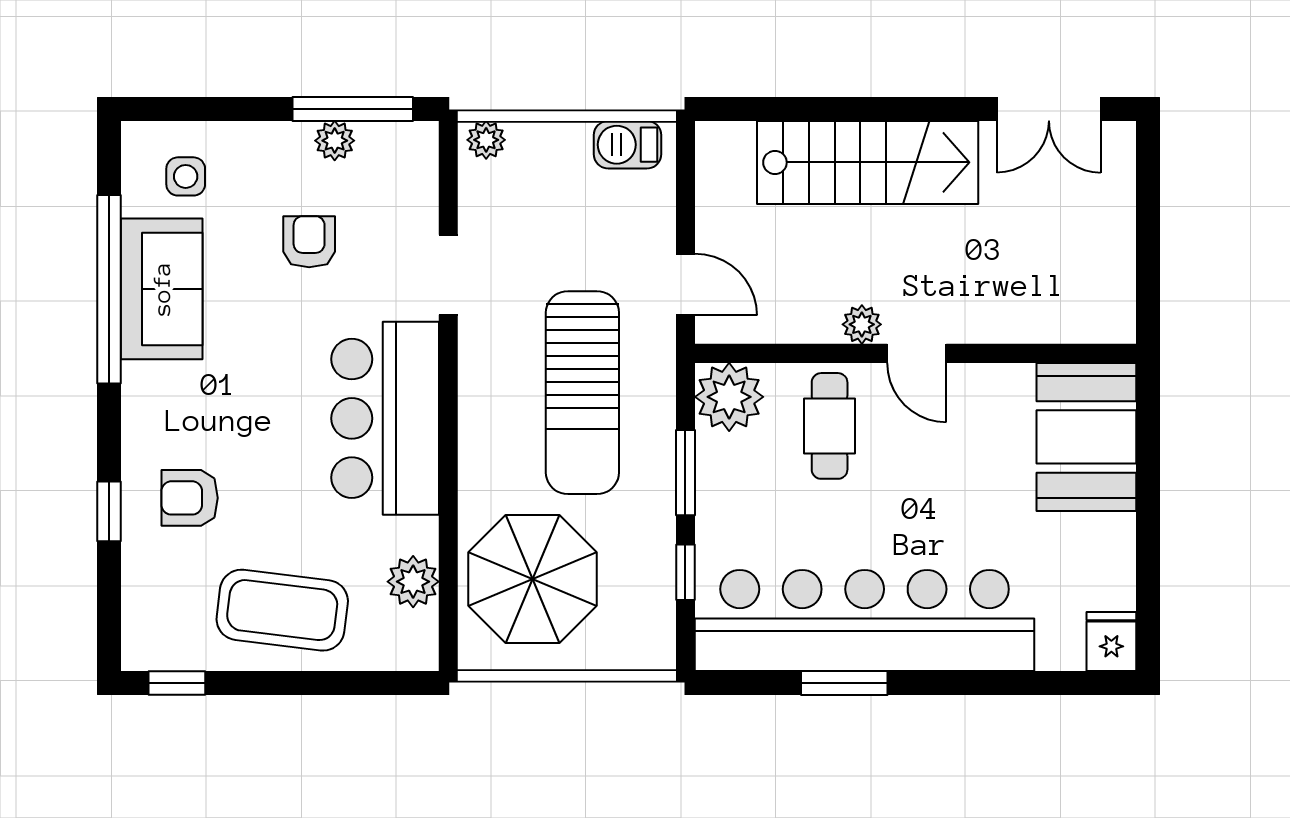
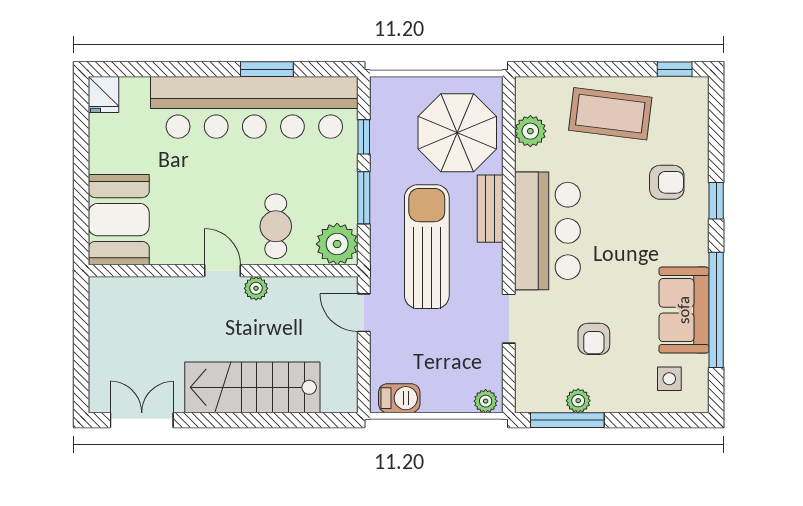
bench: (479, 455) -> (490, 209), added
window: (109, 511) -> (716, 201), moved

